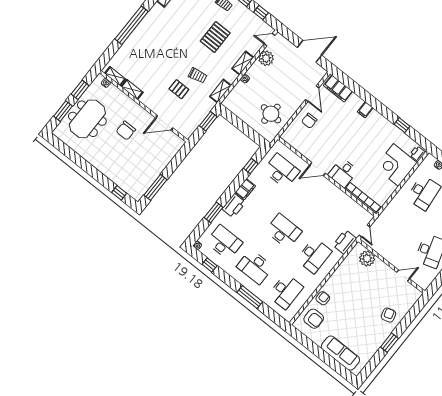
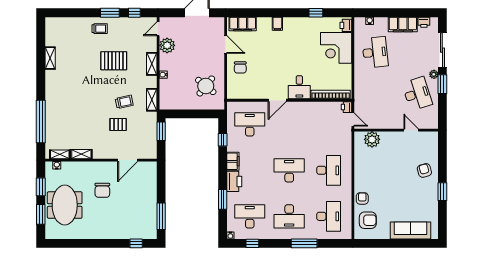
window: (132, 25) -> (41, 122), moved
pallet: (215, 37) -> (114, 61), turned 90
round table: (271, 114) -> (206, 86), turned 35
printer: (345, 242) -> (346, 107), moved, width x0.53, depth x0.68
door: (403, 276) -> (411, 130), hinge flipped

